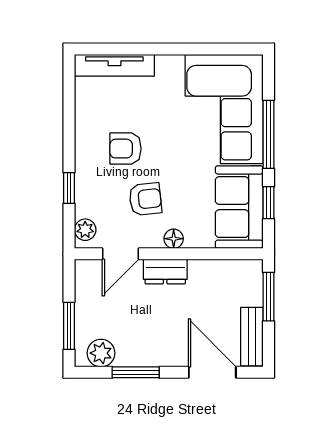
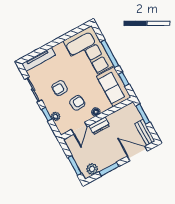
sliding door: (69, 122) -> (33, 90), added
plant: (85, 230) -> (56, 116), moved

